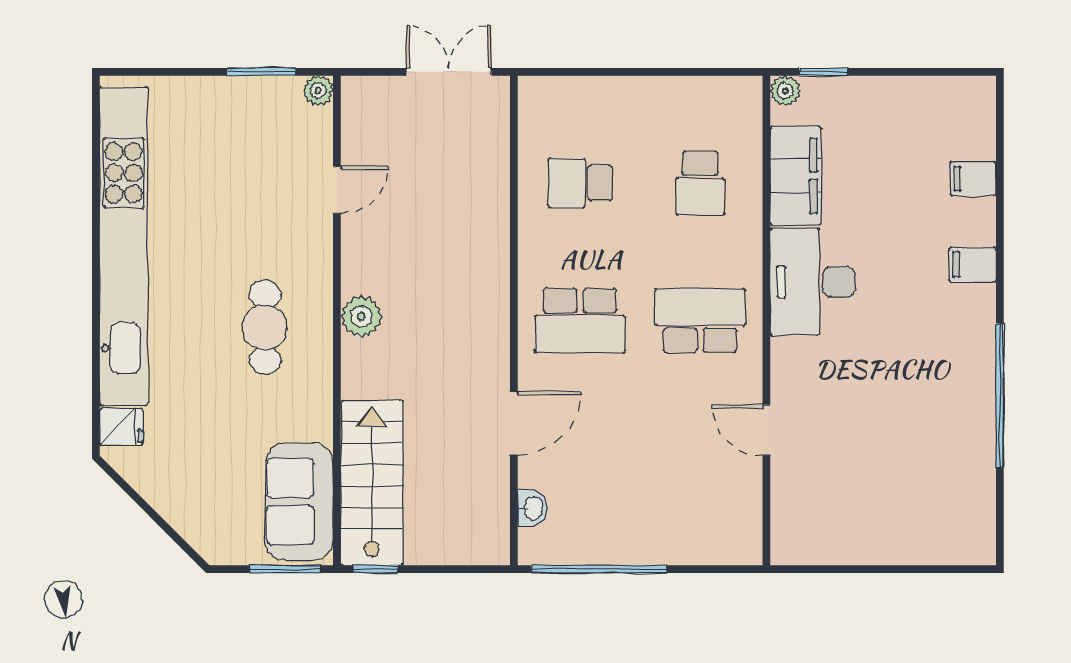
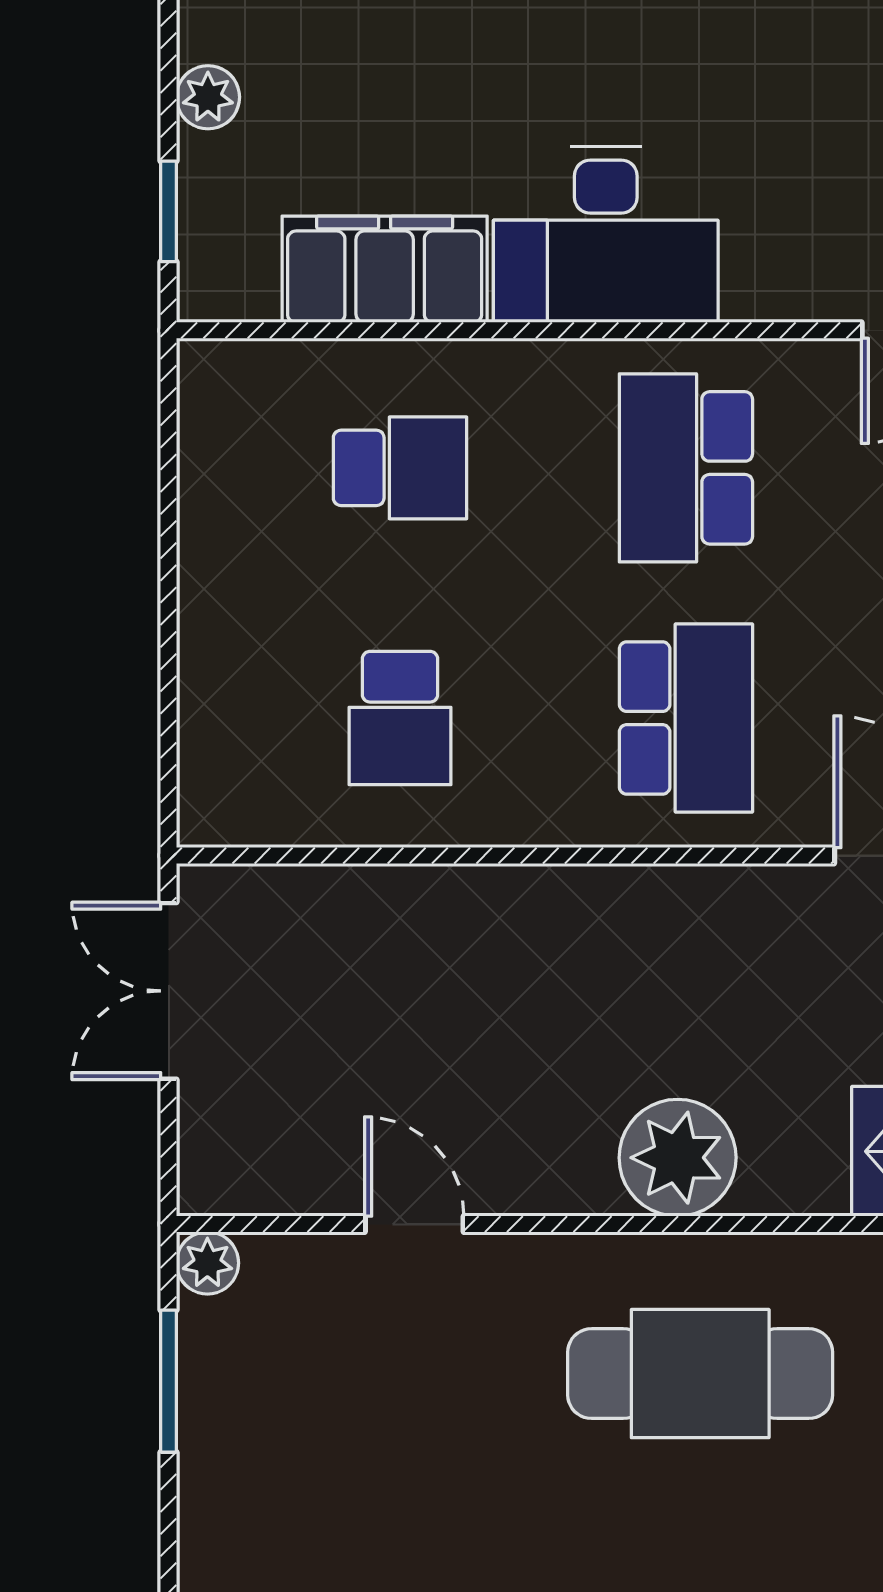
plant: (785, 91) -> (208, 97), moved
plant: (361, 316) -> (678, 1158), width x1.36, depth x1.36
cafe table: (265, 327) -> (700, 1374), width x1.37, depth x1.35

